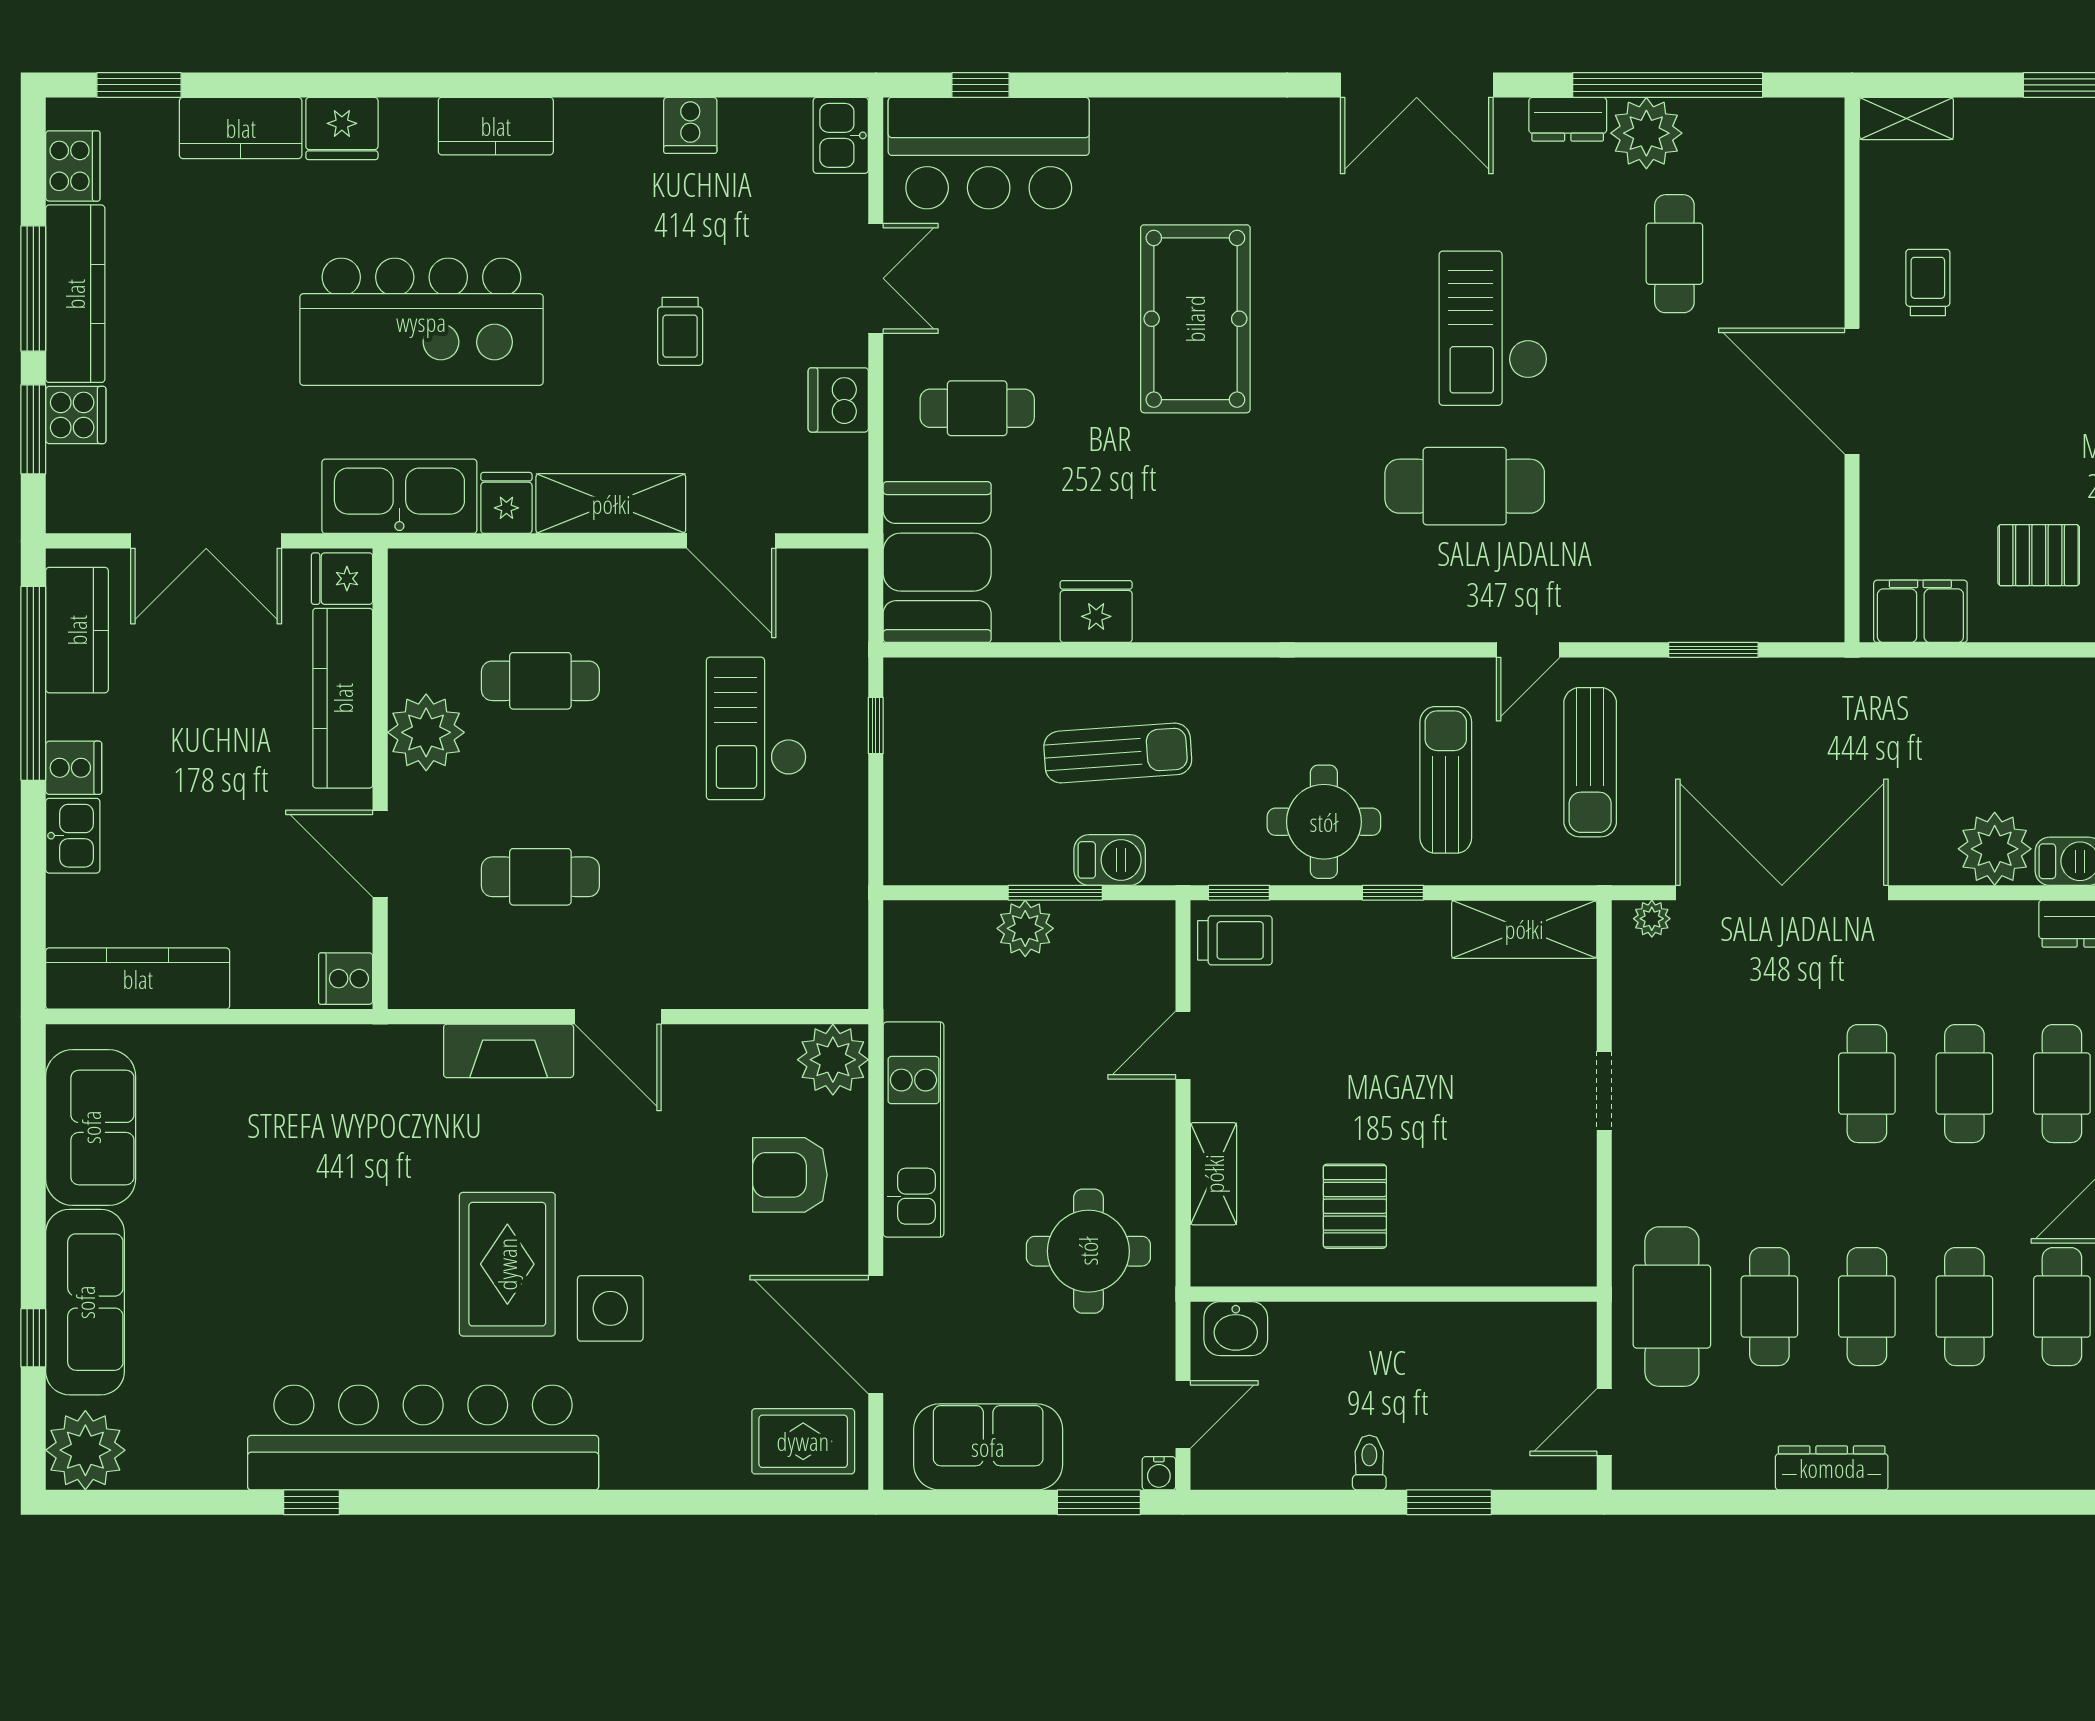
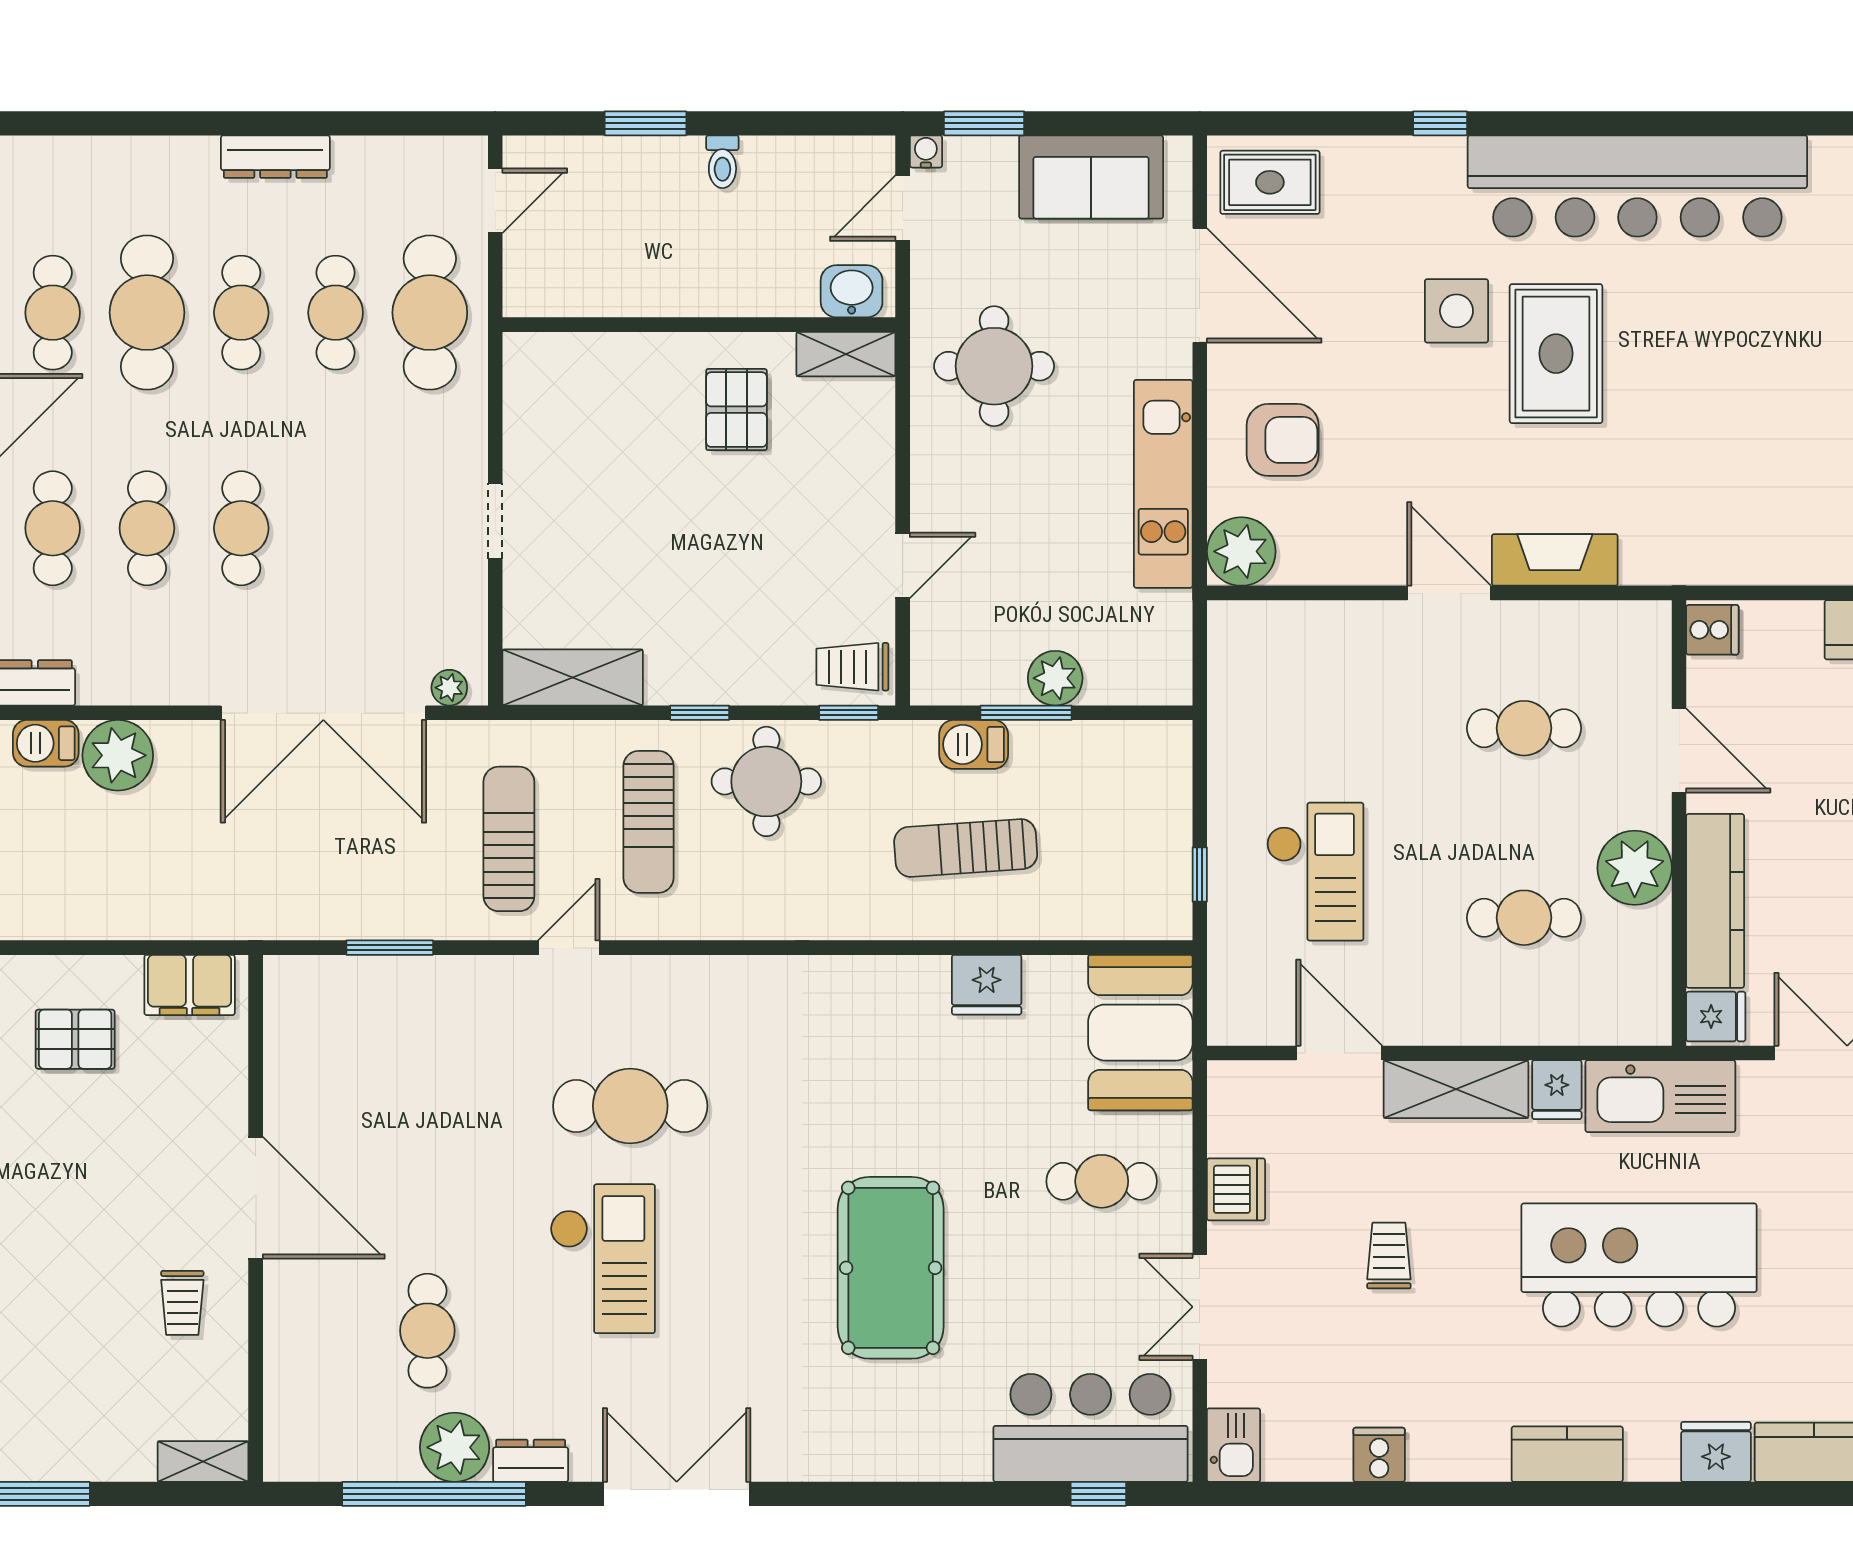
shelving: (1214, 1174) -> (846, 354), moved, turned 90
cafe table: (1964, 1307) -> (147, 313), width x1.37, depth x1.35
window: (311, 1502) -> (1440, 123), moved

